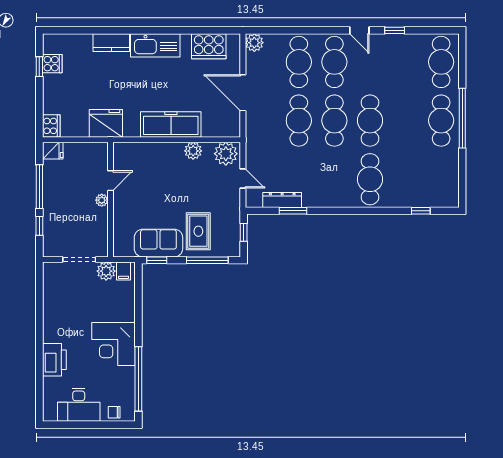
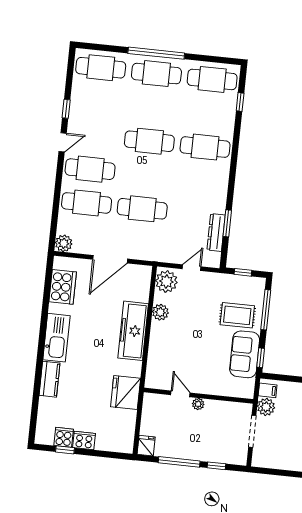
cafe table: (334, 121) -> (212, 79), moved
cooker: (51, 126) -> (84, 441), moved

